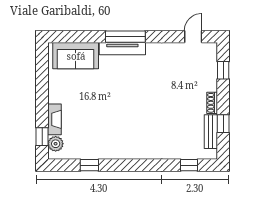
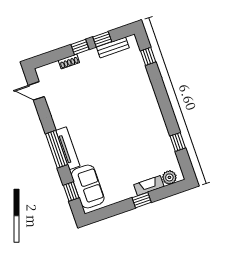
window: (76, 37) -> (71, 191), added
window: (223, 70) -> (80, 47), moved
shoe rack: (212, 103) -> (69, 61), moved
window: (42, 137) -> (142, 200), moved

